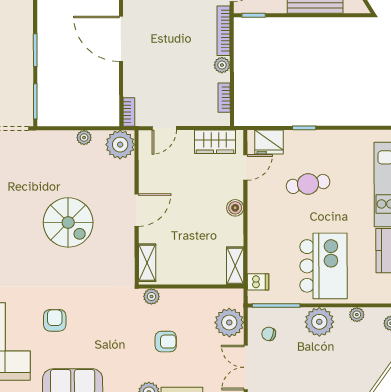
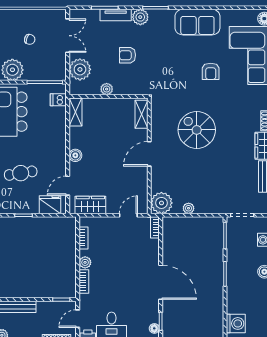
bookcase: (224, 31) -> (84, 281), width x0.64
spiral stairs: (68, 222) -> (197, 130), moved
plant: (151, 296) -> (107, 89), moved
chair: (269, 334) -> (30, 39), moved

